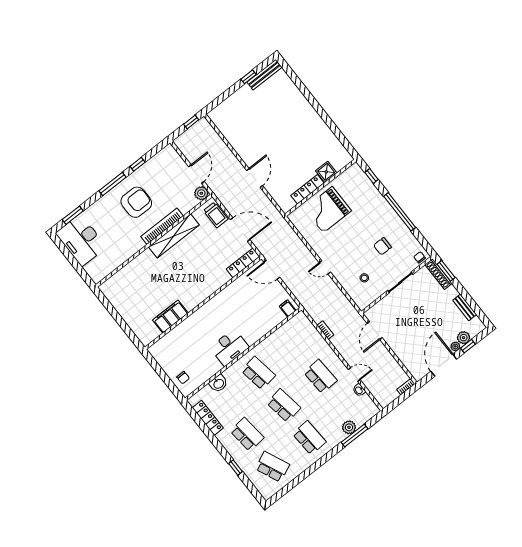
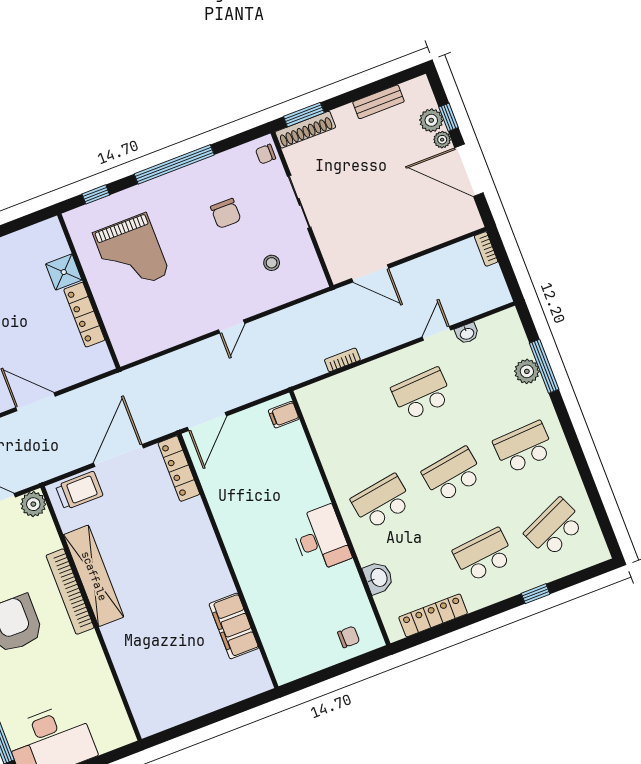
grand piano: (328, 210) -> (131, 254), moved

